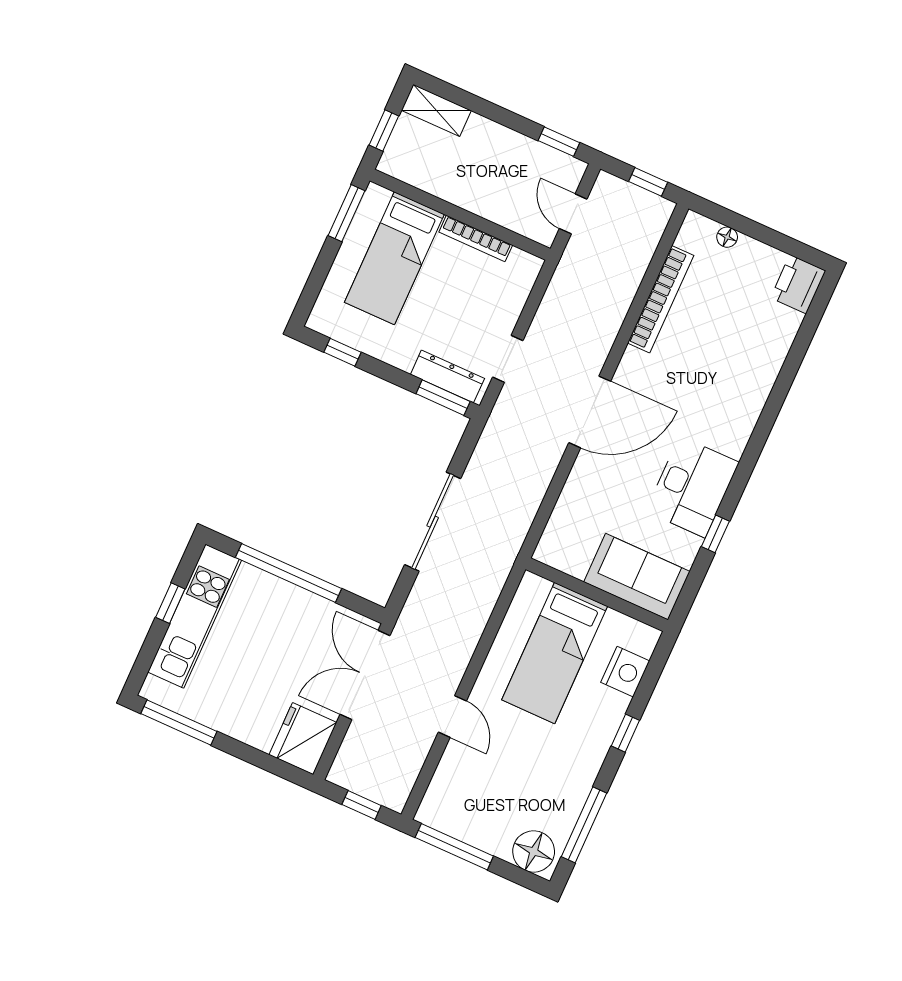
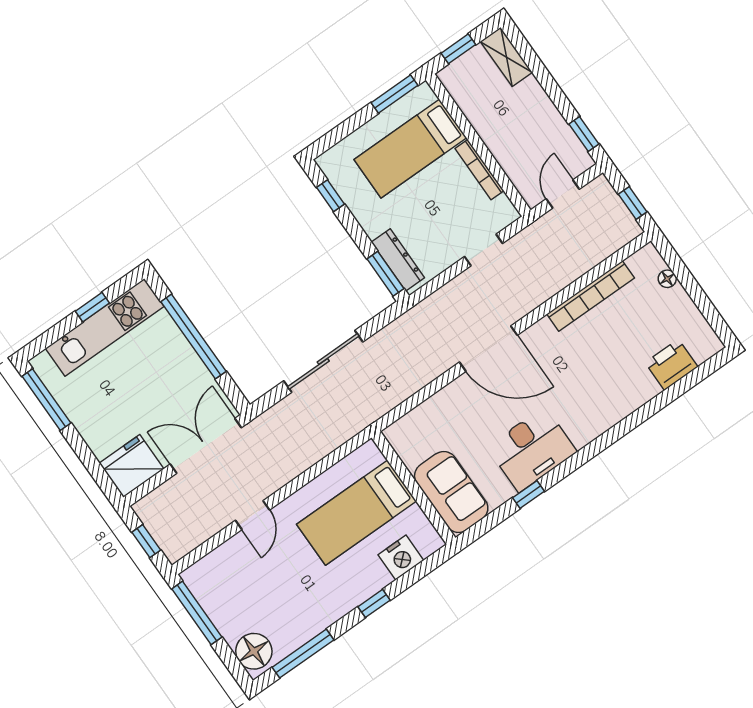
printer: (798, 284) -> (672, 365), moved
doorway: (508, 359) -> (483, 250), moved

